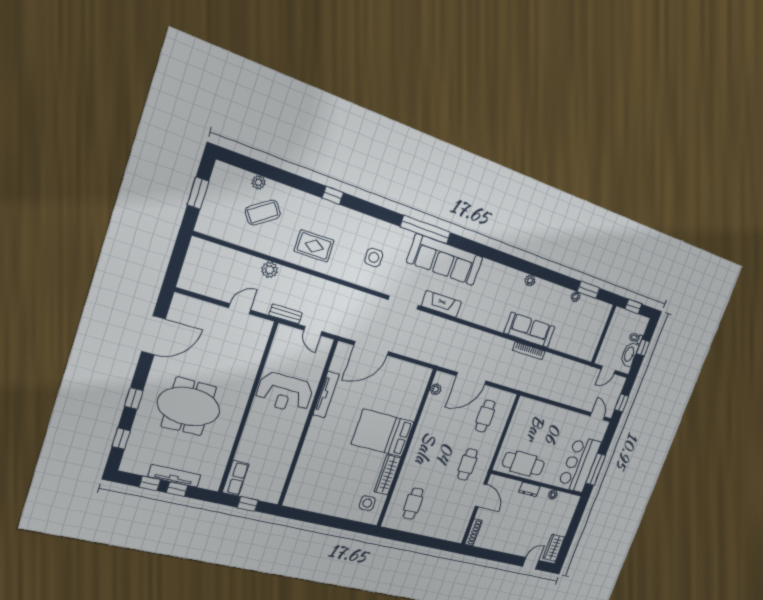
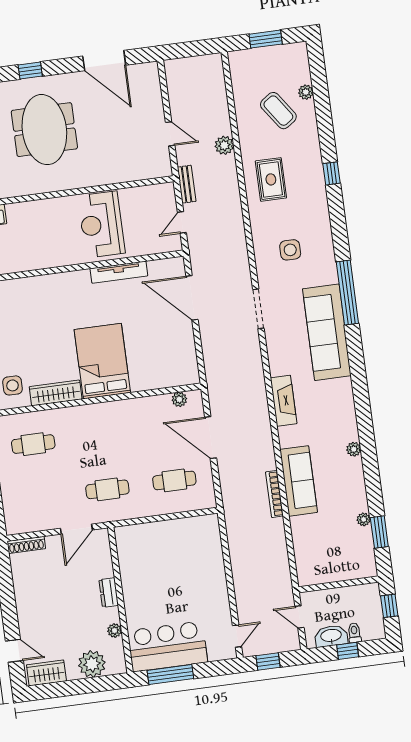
fireplace: (441, 304) -> (284, 401), moved
cafe table: (523, 464) -> (137, 565), removed
plant: (564, 517) -> (92, 664), added

